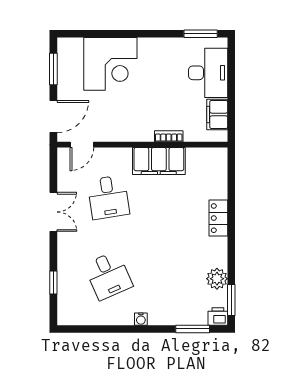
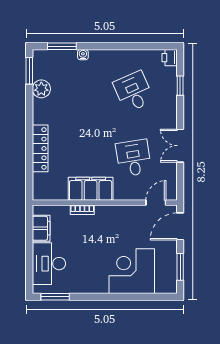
locker: (218, 218) -> (40, 148), width x1.53
printer: (218, 316) -> (170, 58), moved, turned 90
water cooler: (141, 319) -> (83, 55), moved

